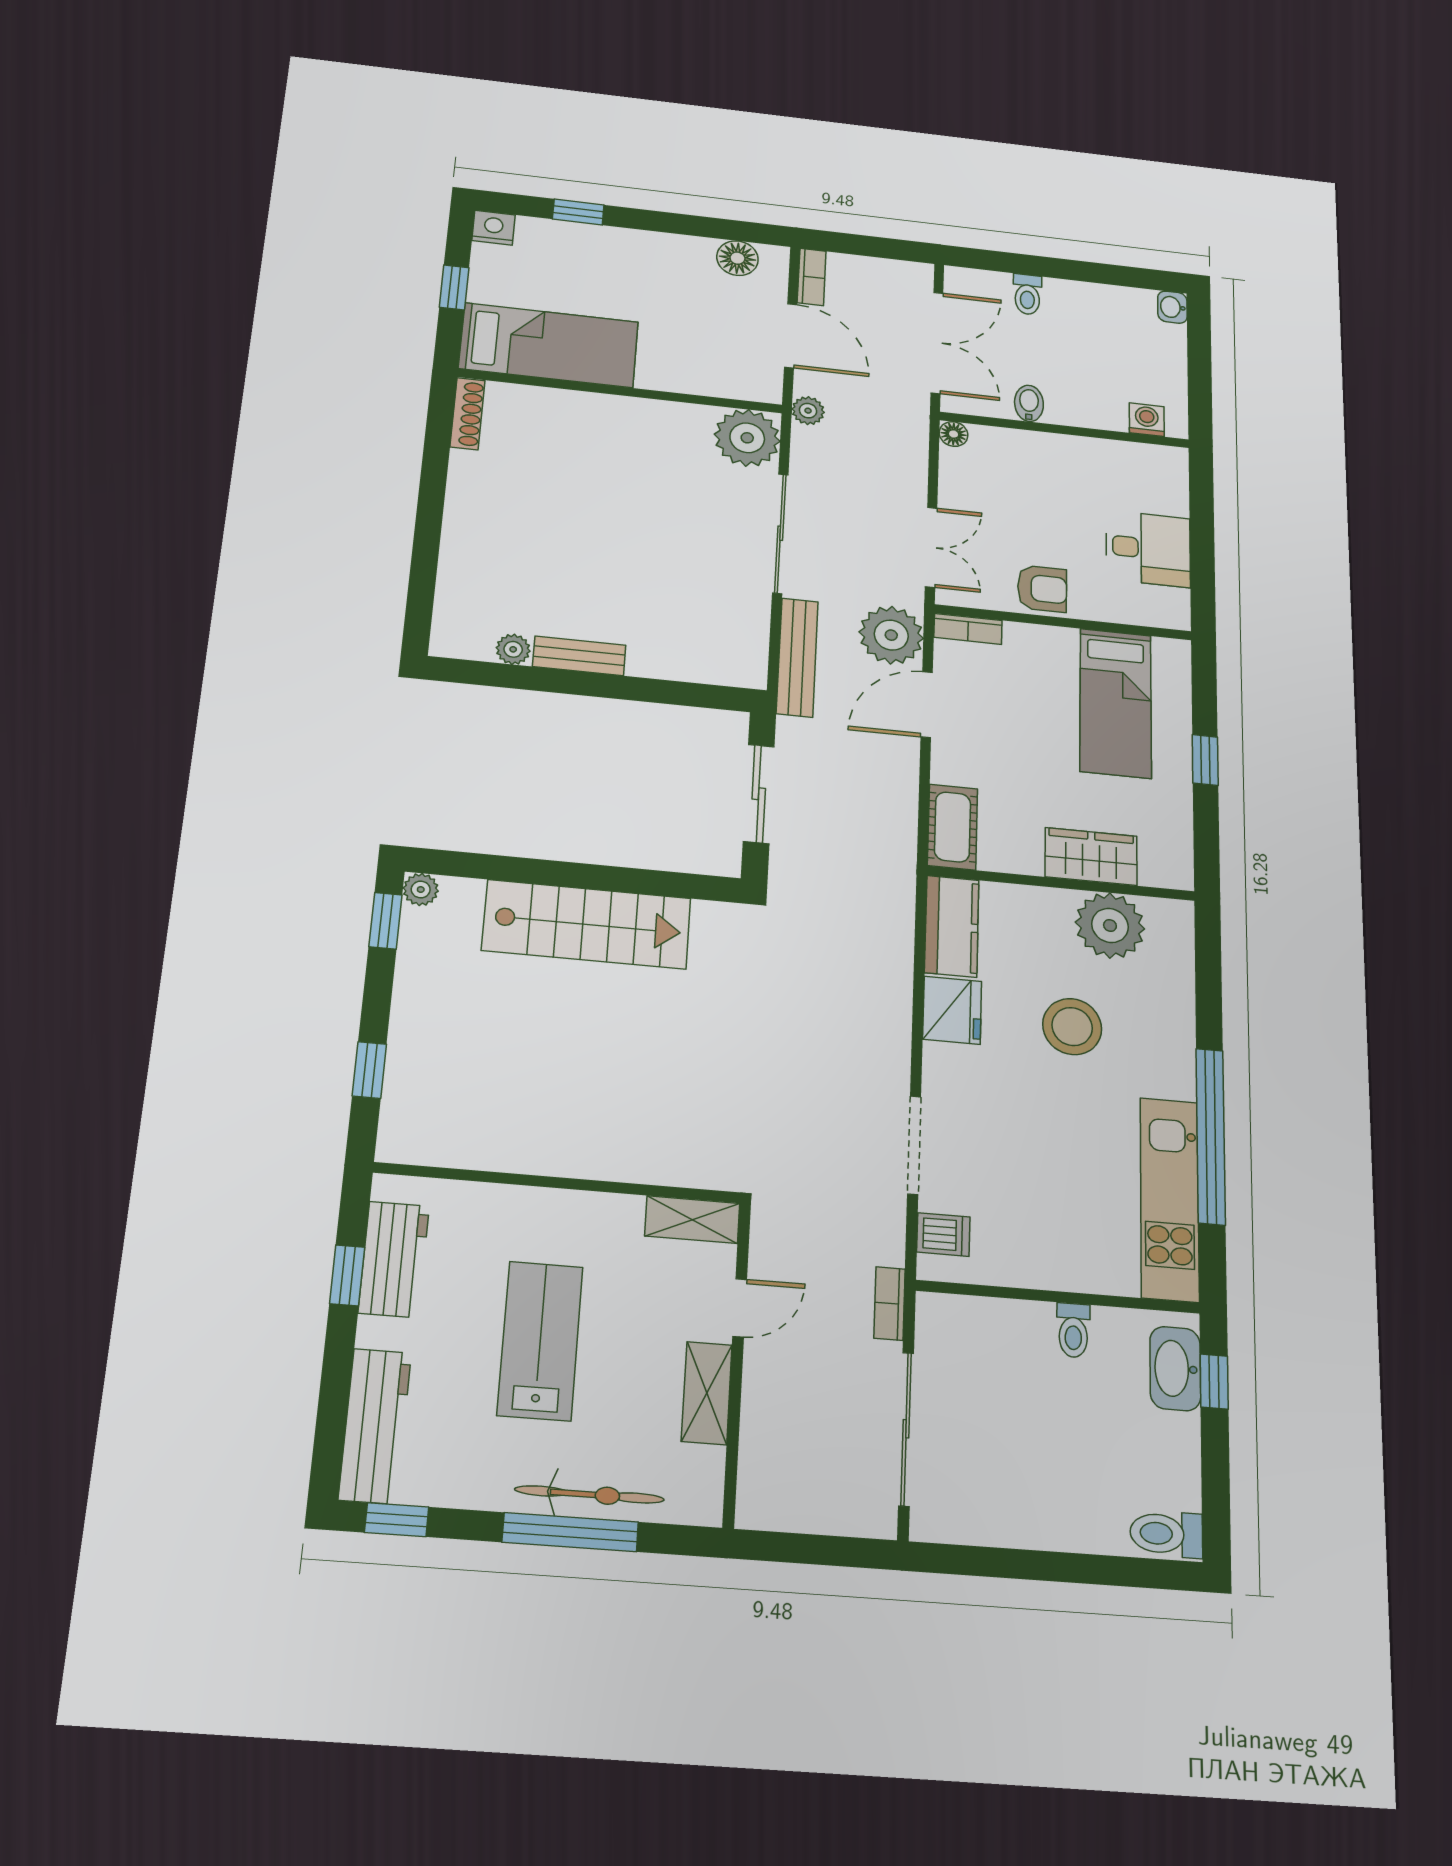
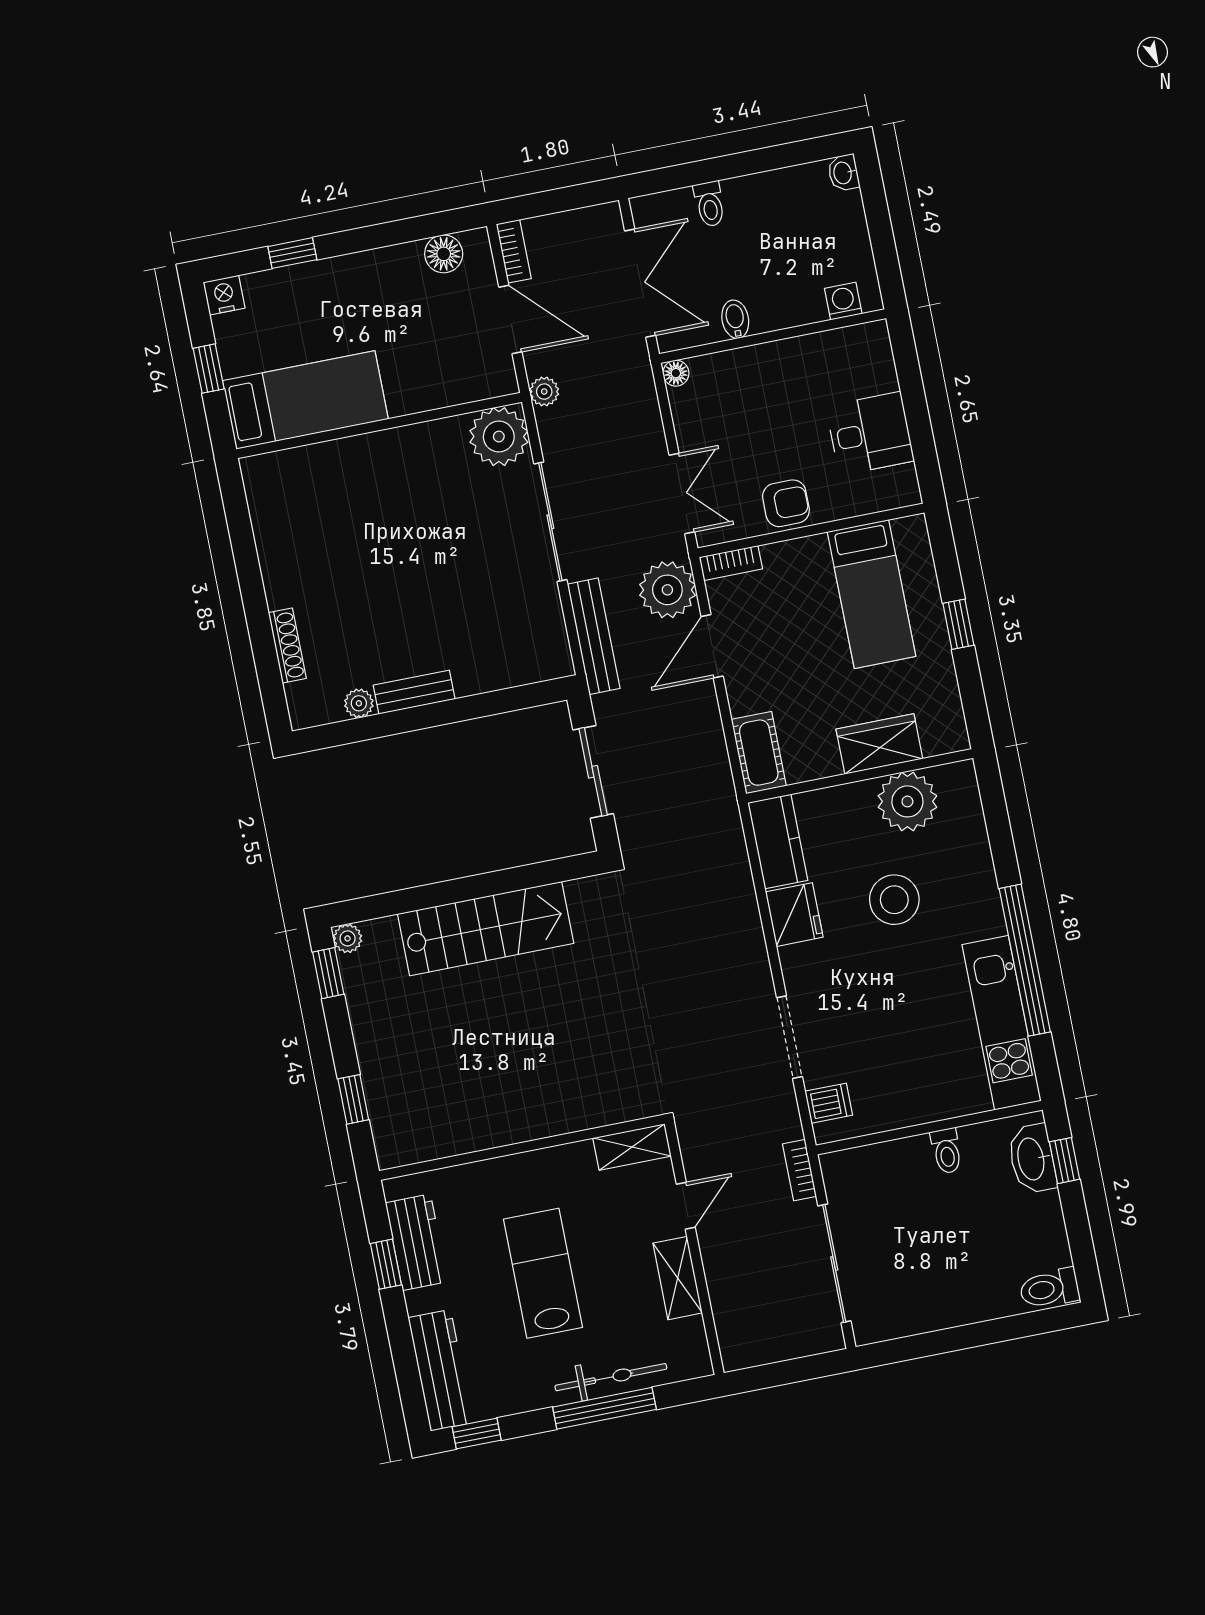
shoe rack: (467, 414) -> (287, 646), moved

